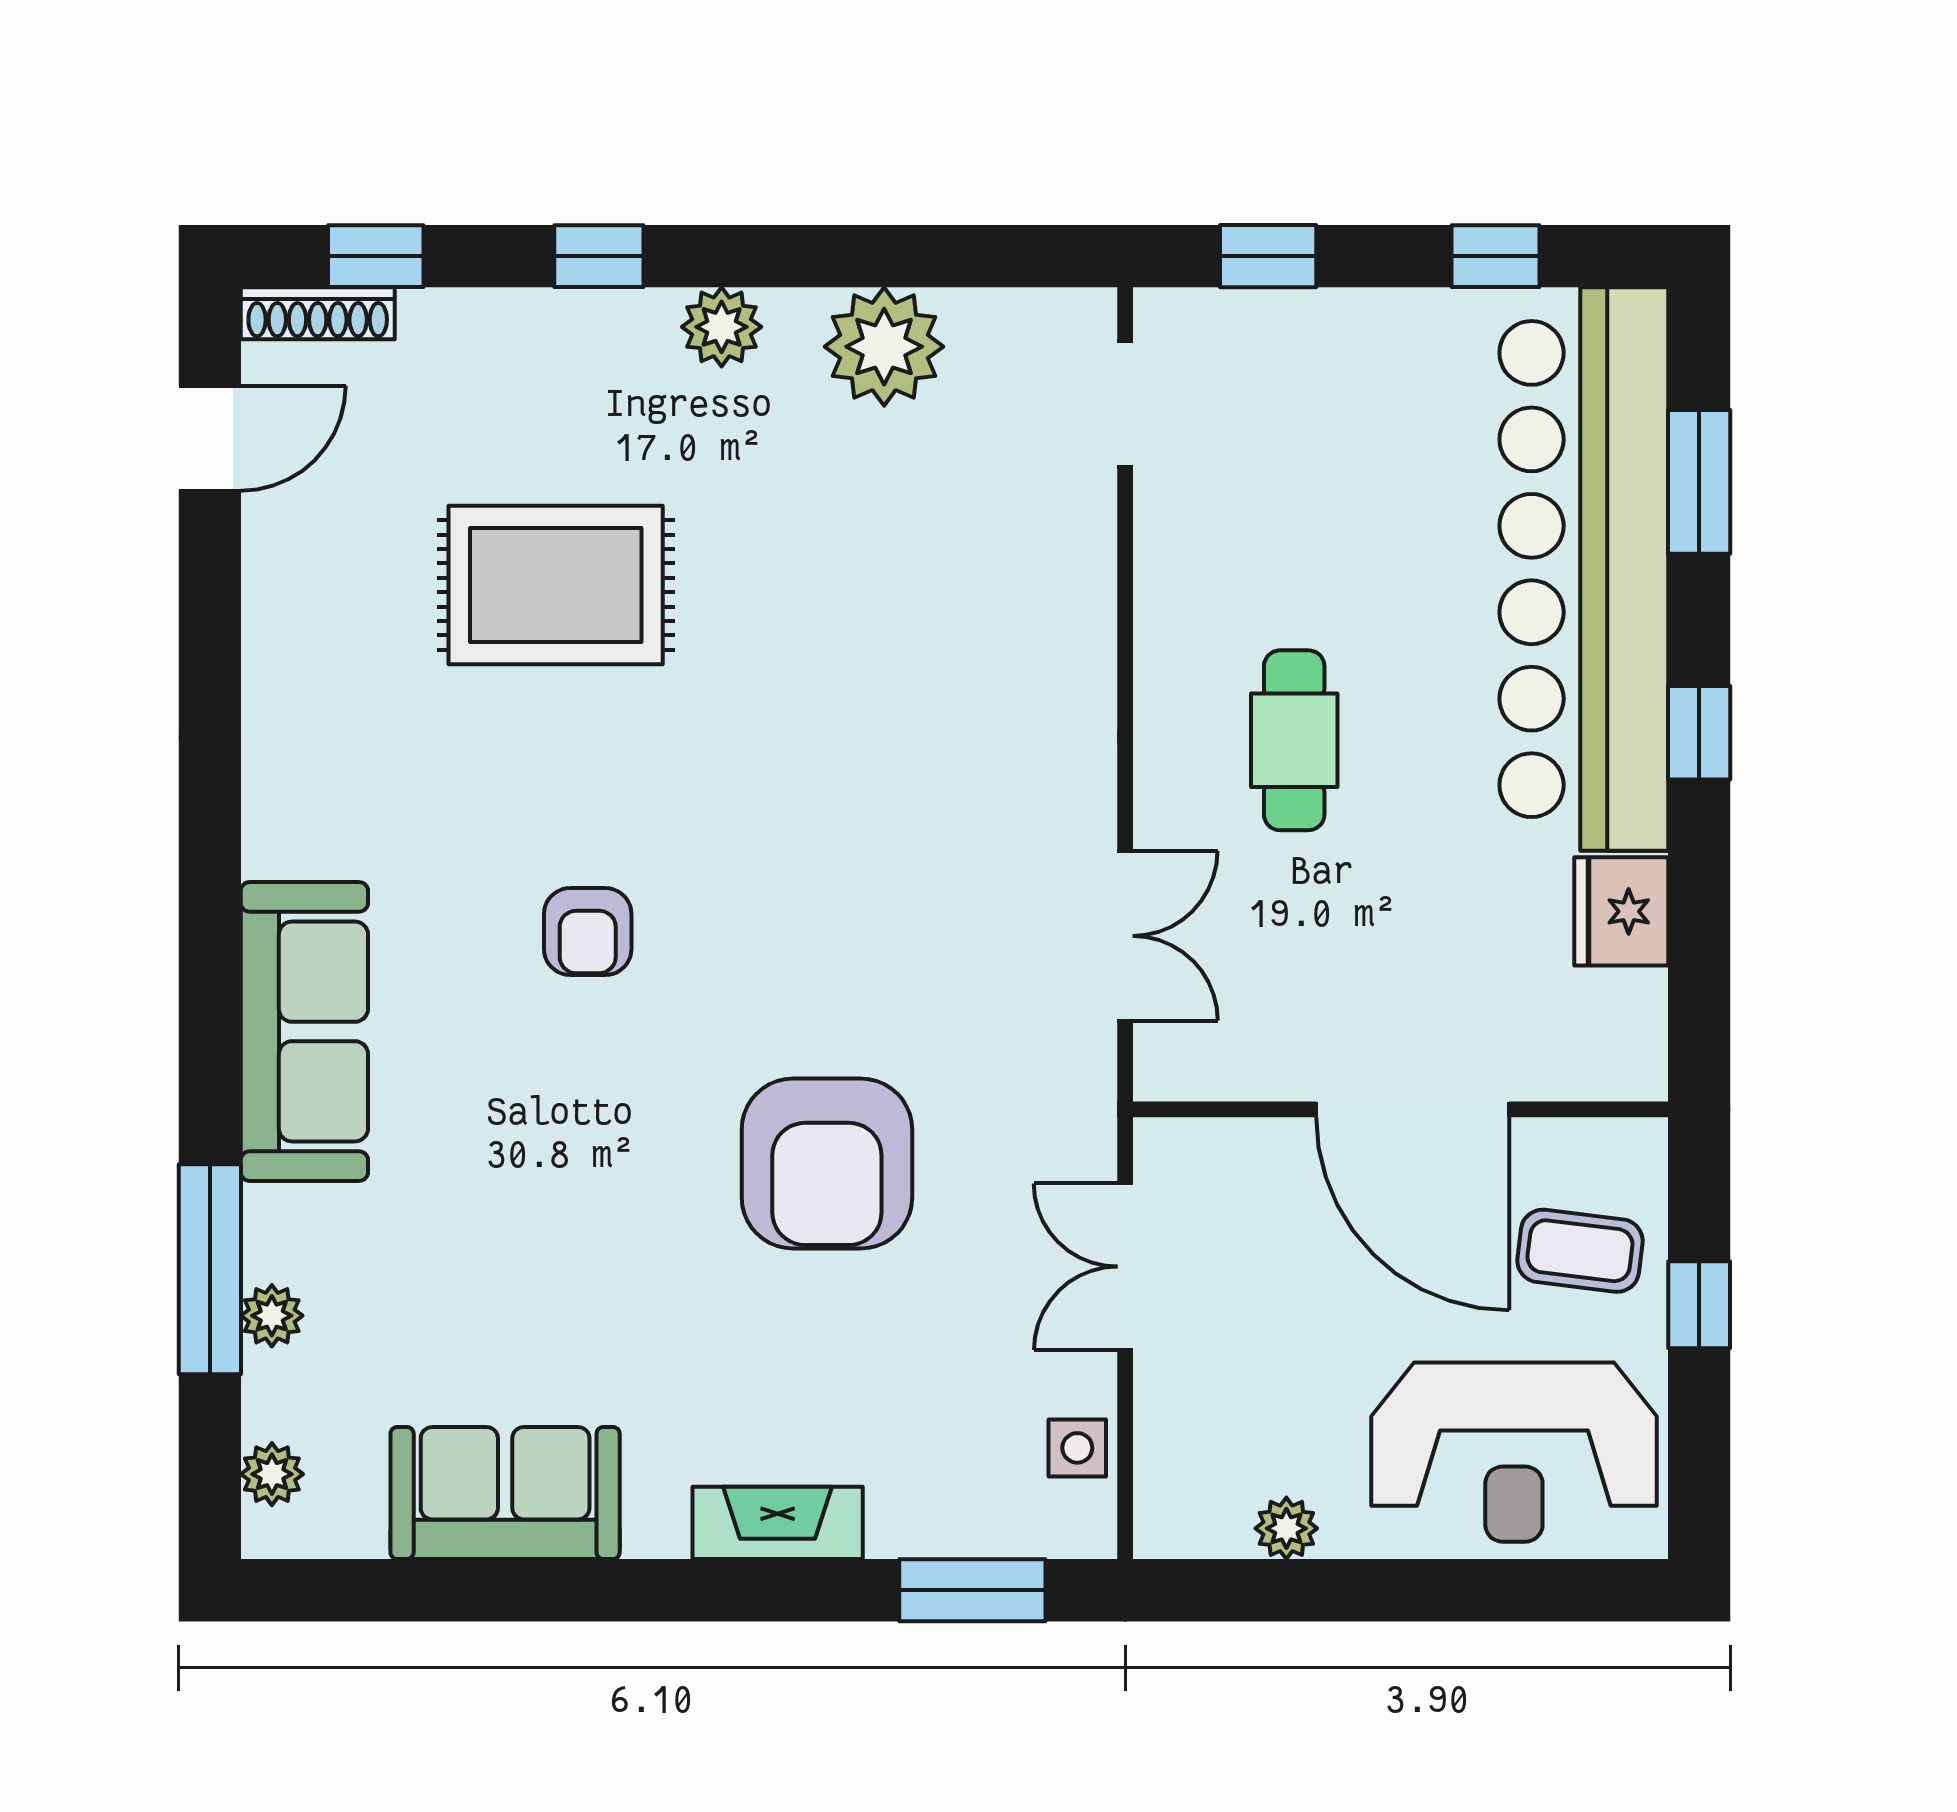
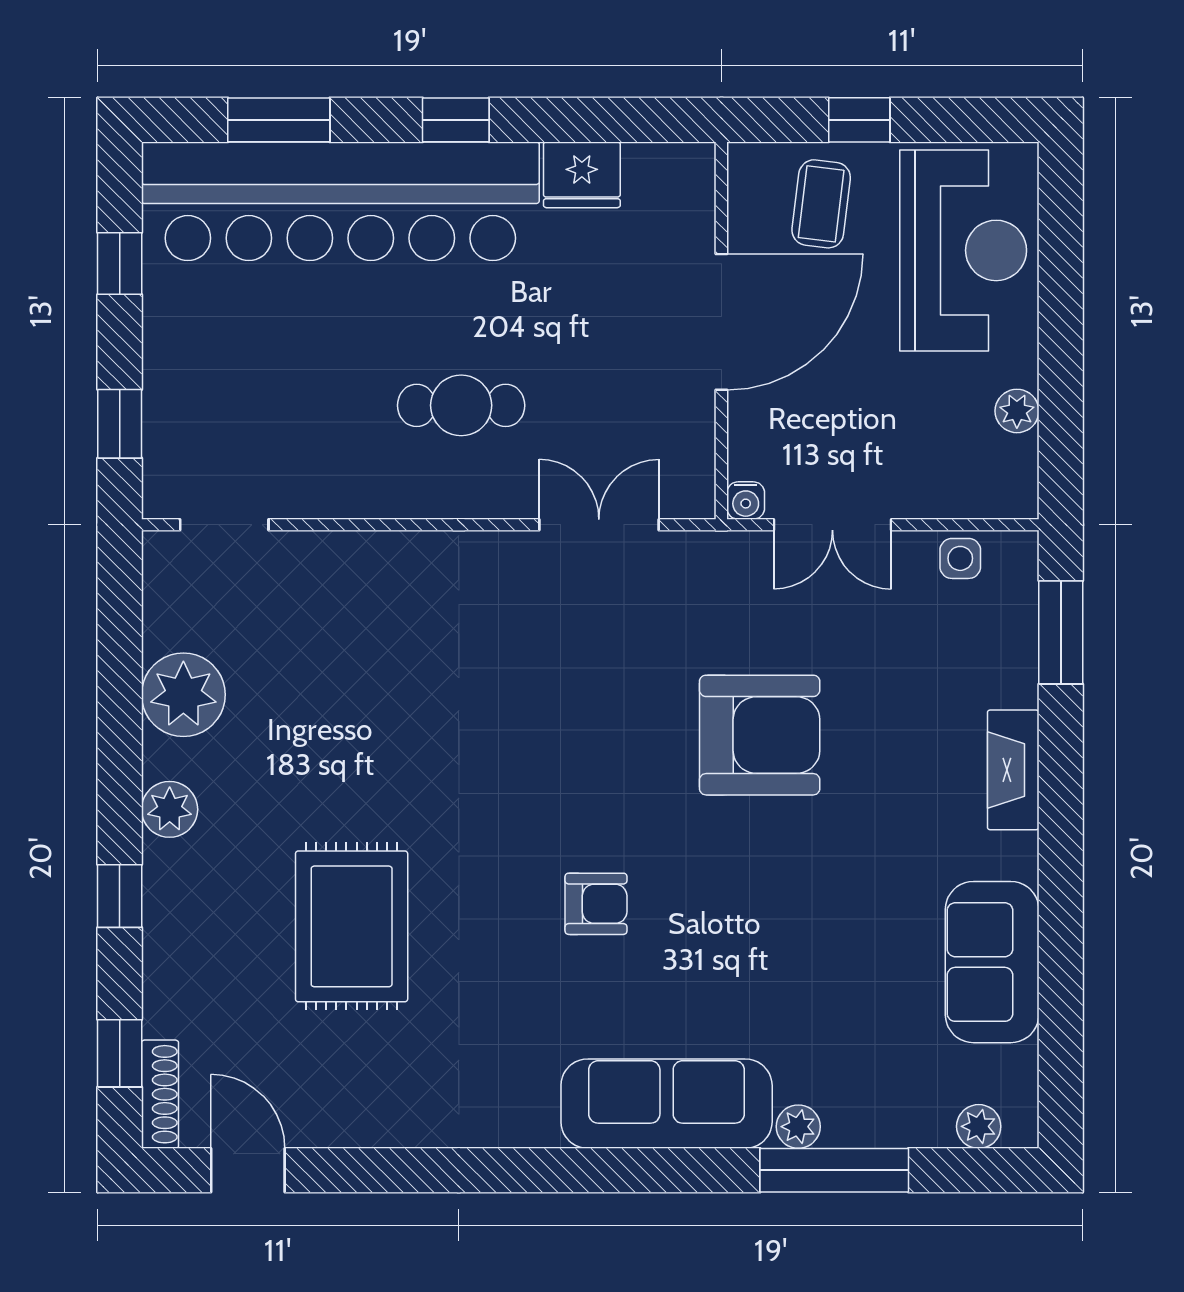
water cooler: (1159, 1144) -> (746, 501), added
plant: (272, 1316) -> (798, 1127), moved

